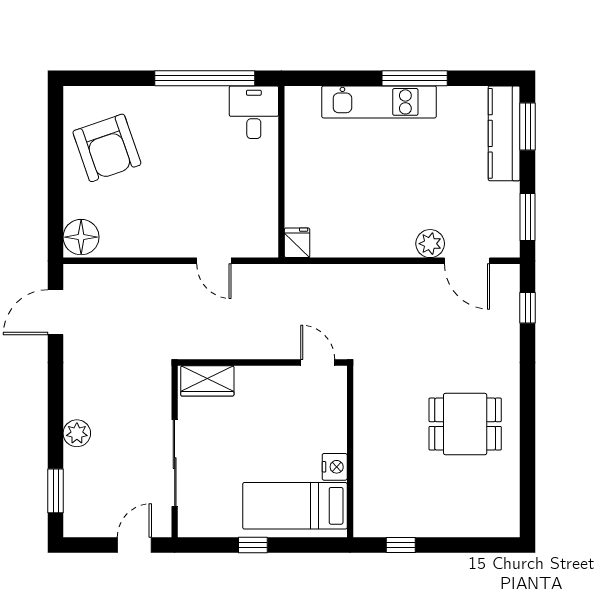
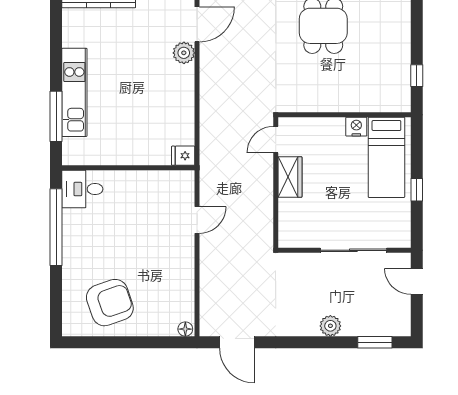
window: (415, 78) -> (56, 116), moved
floor lamp: (81, 237) -> (185, 329), width x0.53, depth x0.53
wardrobe: (207, 381) -> (290, 177), moved

